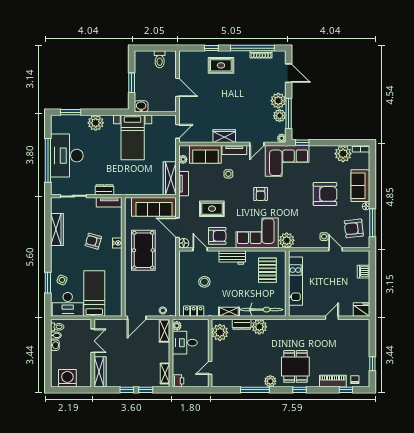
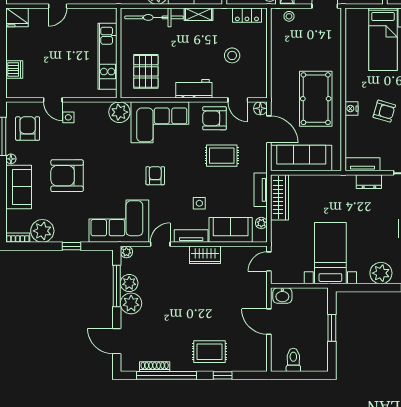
washbasin: (141, 106) -> (282, 296), moved
window: (302, 143) -> (72, 246), moved
armchair: (354, 228) -> (28, 129), turned -84

